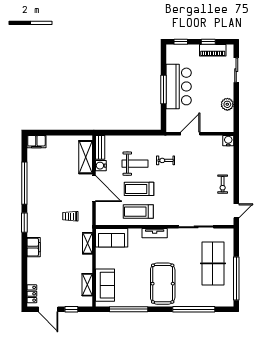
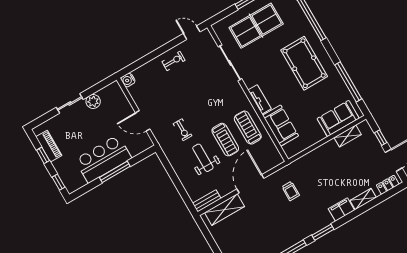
sliding door: (236, 70) -> (70, 103), moved
water cooler: (101, 166) -> (224, 190), removed
treadmill: (138, 212) -> (248, 128), turned 180
sofa: (112, 238) -> (281, 126), moved
shelving: (87, 243) -> (363, 199), moved
pool table: (163, 284) -> (304, 63), turned 90

